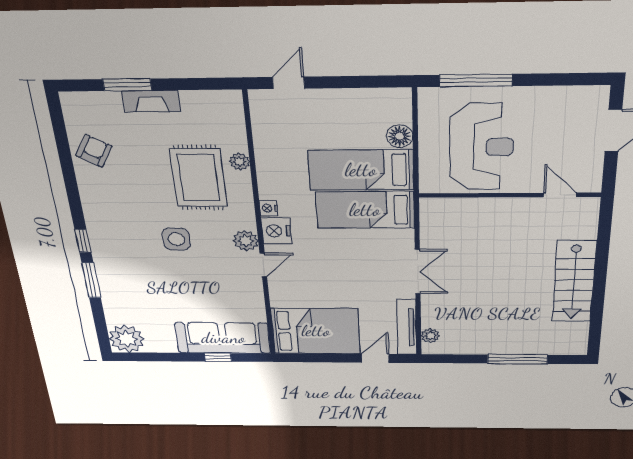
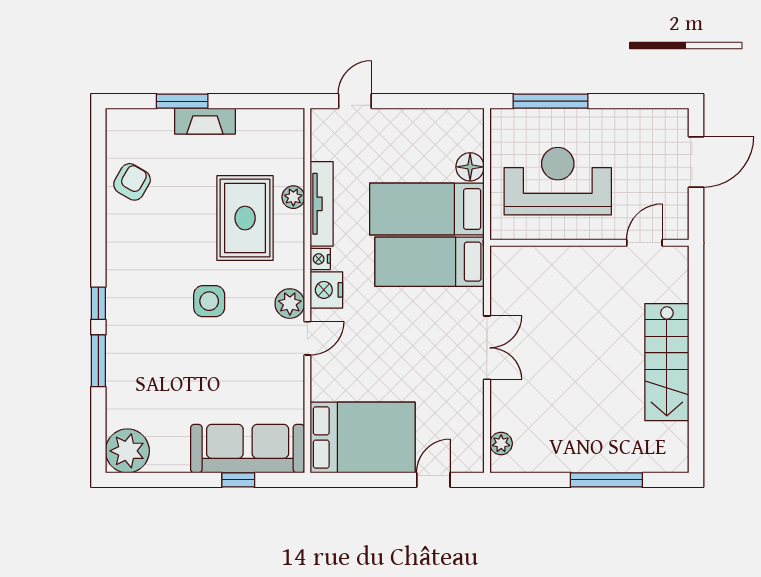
reception desk: (482, 147) -> (558, 181), turned -90
door: (560, 195) -> (644, 243), hinge flipped
tv unit: (407, 327) -> (322, 204), moved, turned 180

